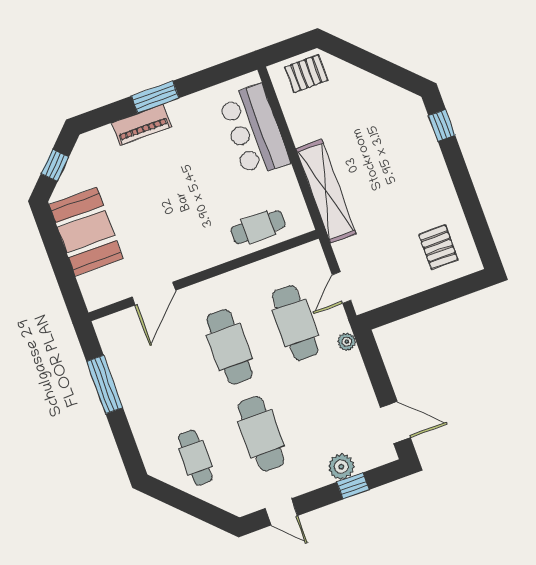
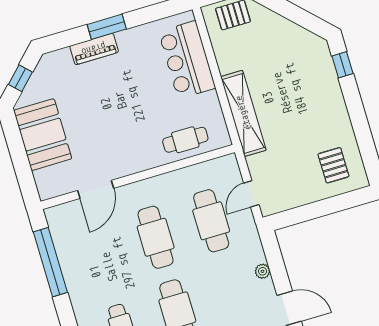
plant: (347, 342) -> (262, 271), moved
window: (105, 384) -> (50, 262), width x1.46

